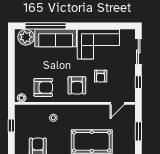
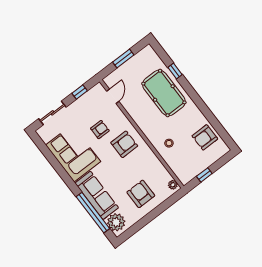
armchair: (43, 87) -> (141, 194), moved
door: (117, 103) -> (113, 96), hinge flipped

